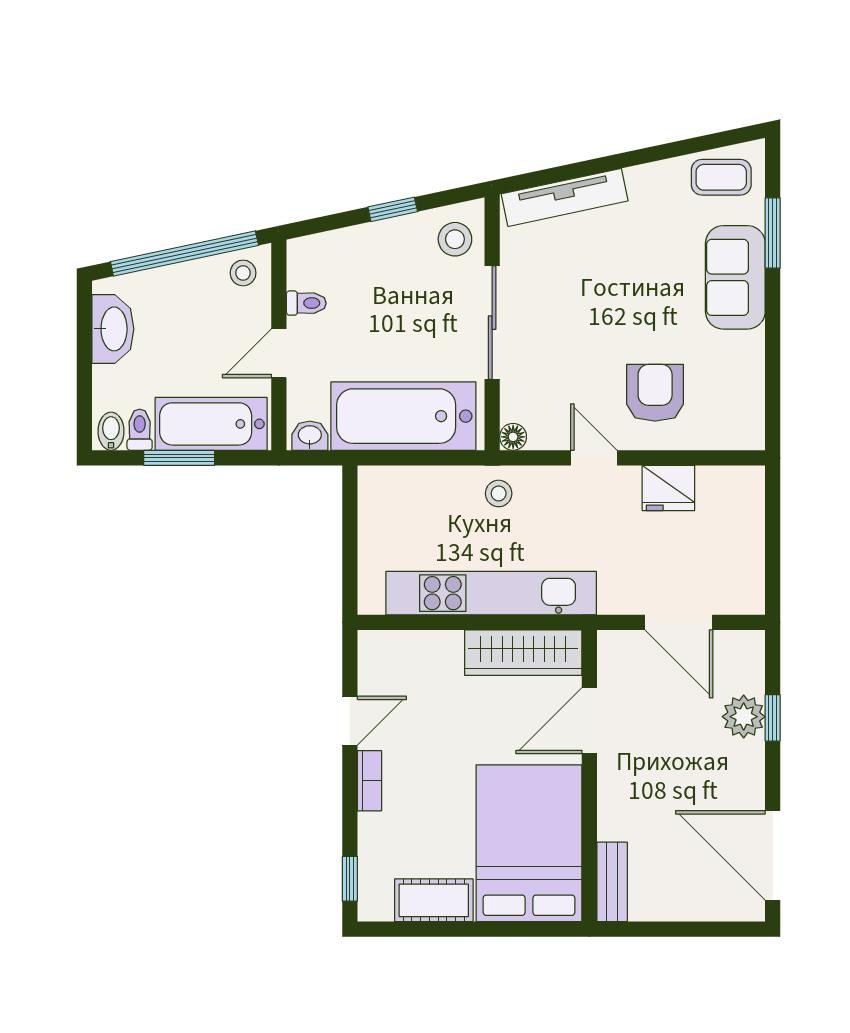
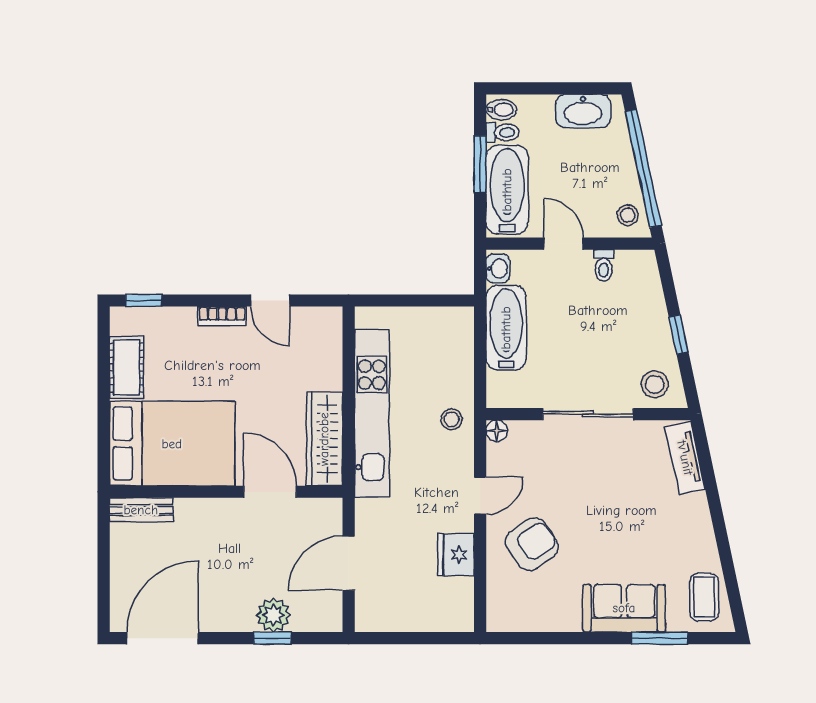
tv unit: (565, 197) -> (685, 458), width x0.71
armchair: (655, 393) -> (532, 544), turned -35
bathtub: (403, 416) -> (506, 328), width x0.73, depth x0.73

